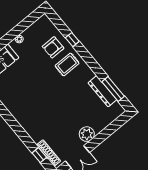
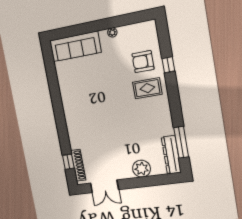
dresser: (102, 91) -> (171, 155), moved
plant: (87, 134) -> (142, 169), moved

